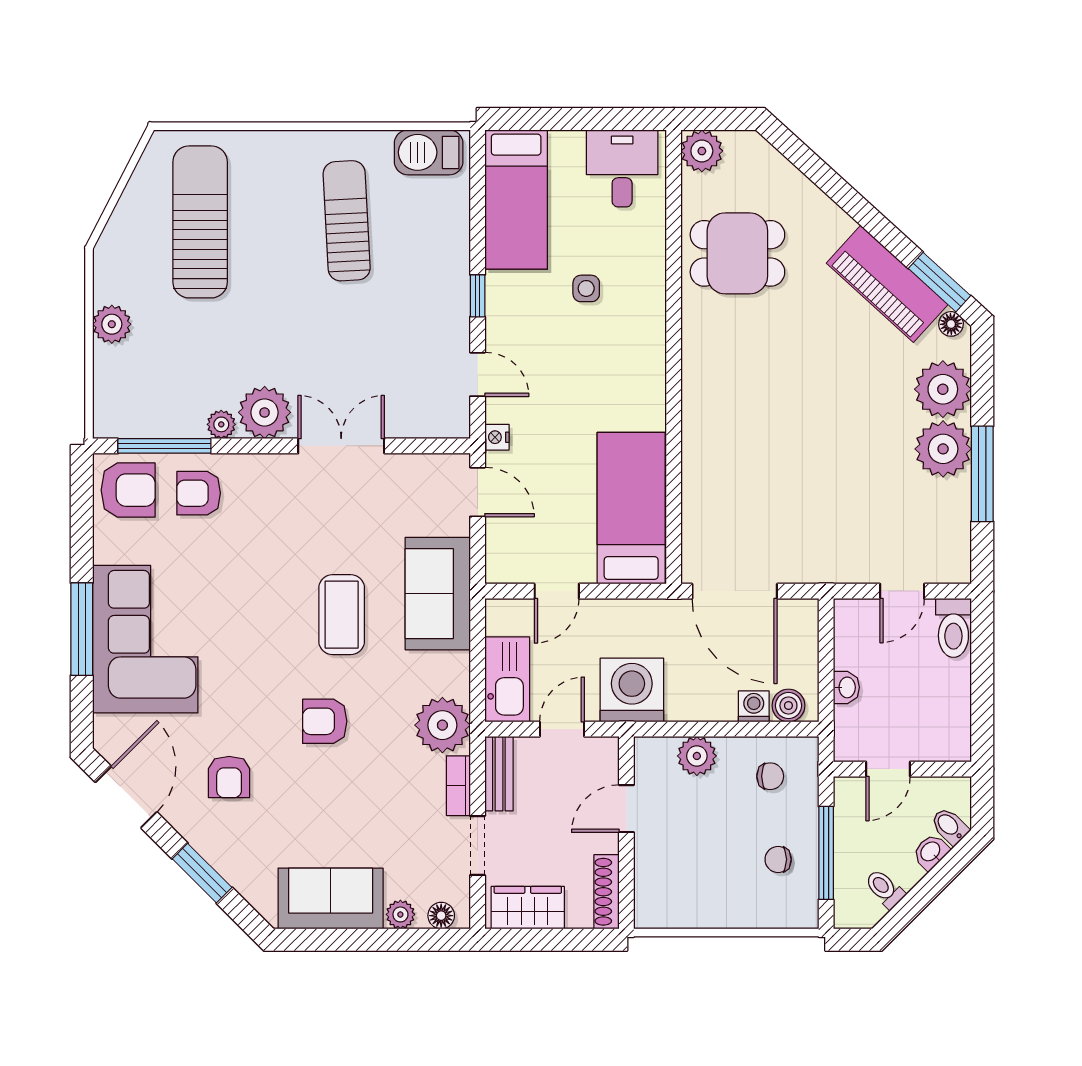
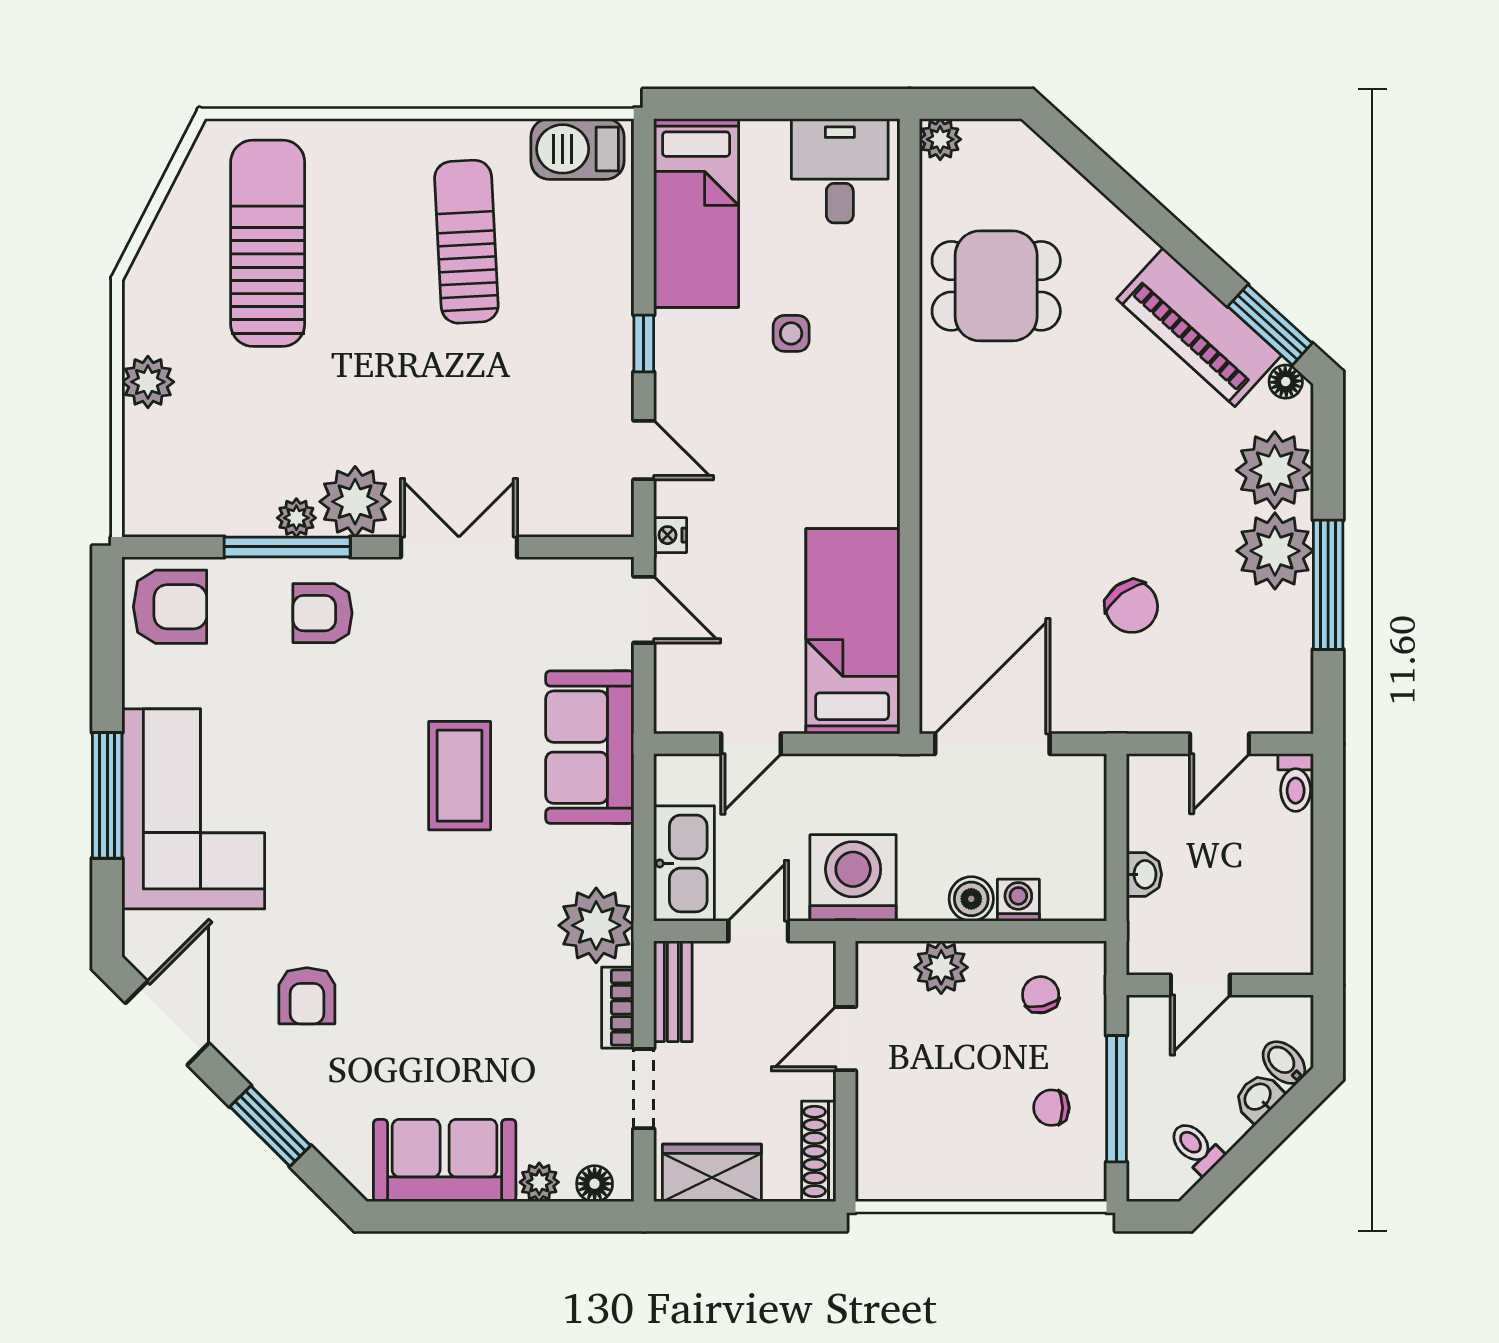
plant: (702, 151) -> (940, 139), width x0.73, depth x0.73
window: (164, 446) -> (287, 547), moved
chair: (837, 490) -> (1132, 607), added
armchair: (199, 493) -> (323, 613), moved
door: (735, 591) -> (992, 744), swing flipped
toilet: (953, 628) -> (1296, 783), width x0.73, depth x0.72
boiler: (788, 706) -> (971, 899), moved
armchair: (325, 721) -> (437, 920), removed
chair: (770, 776) -> (1041, 995), turned -103

